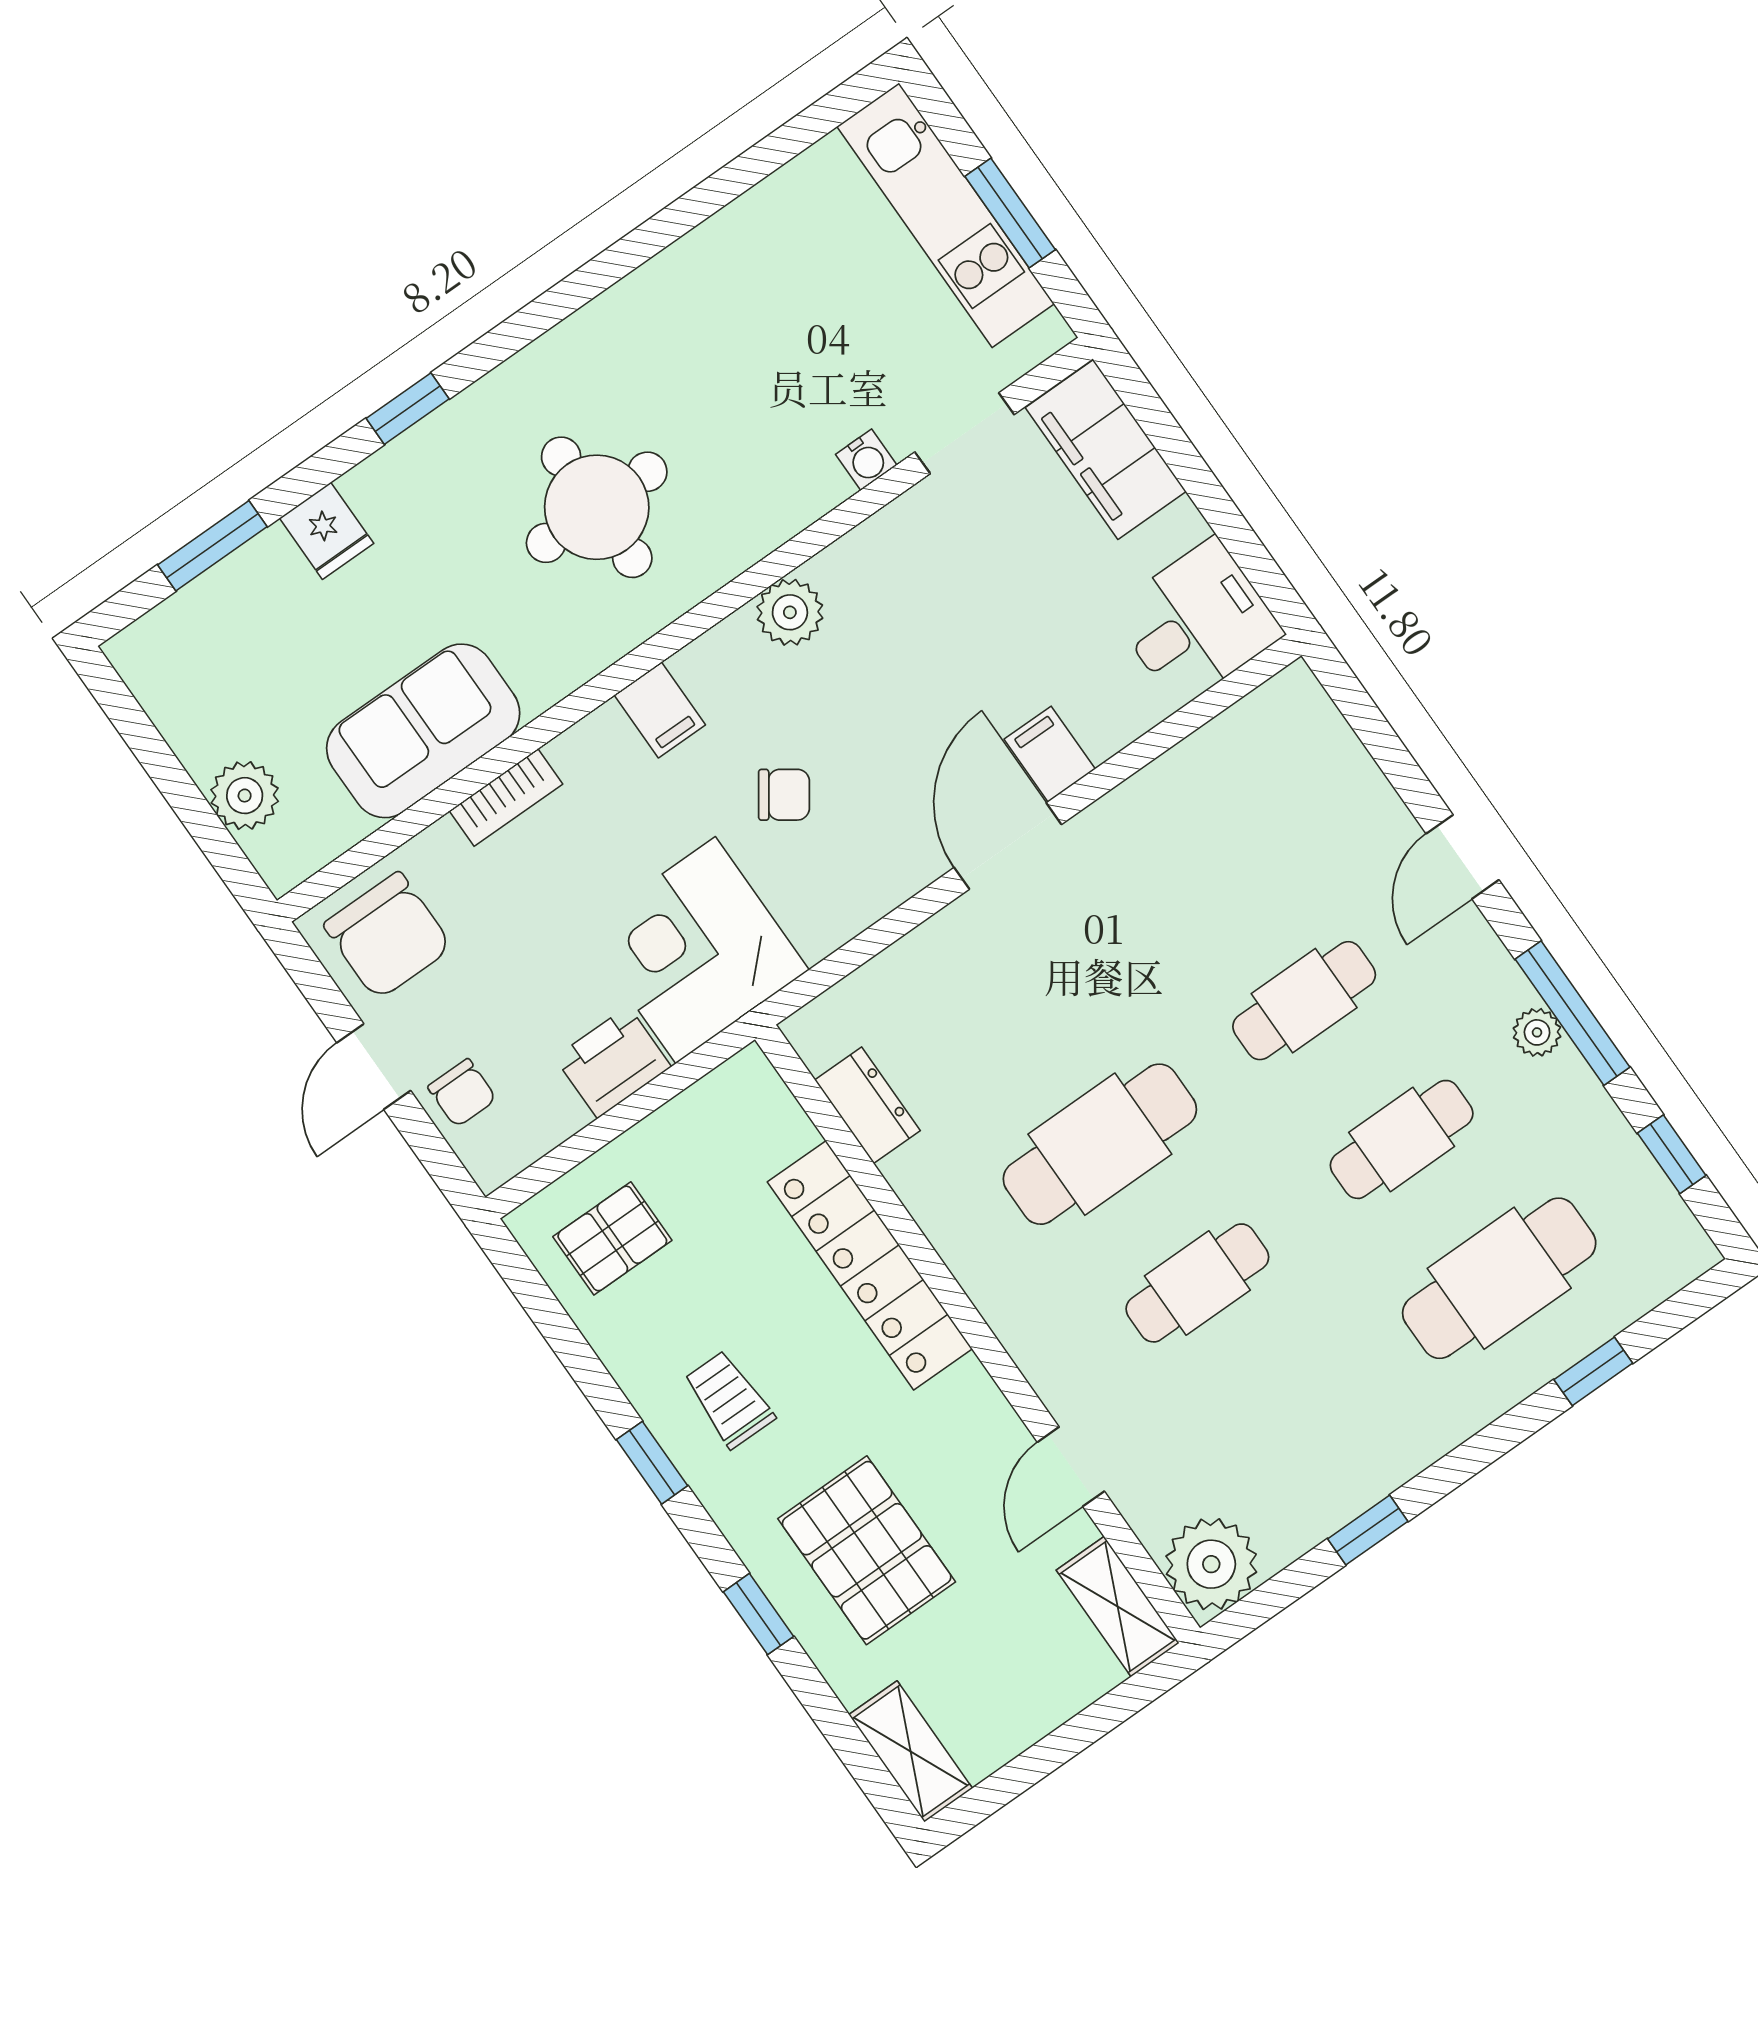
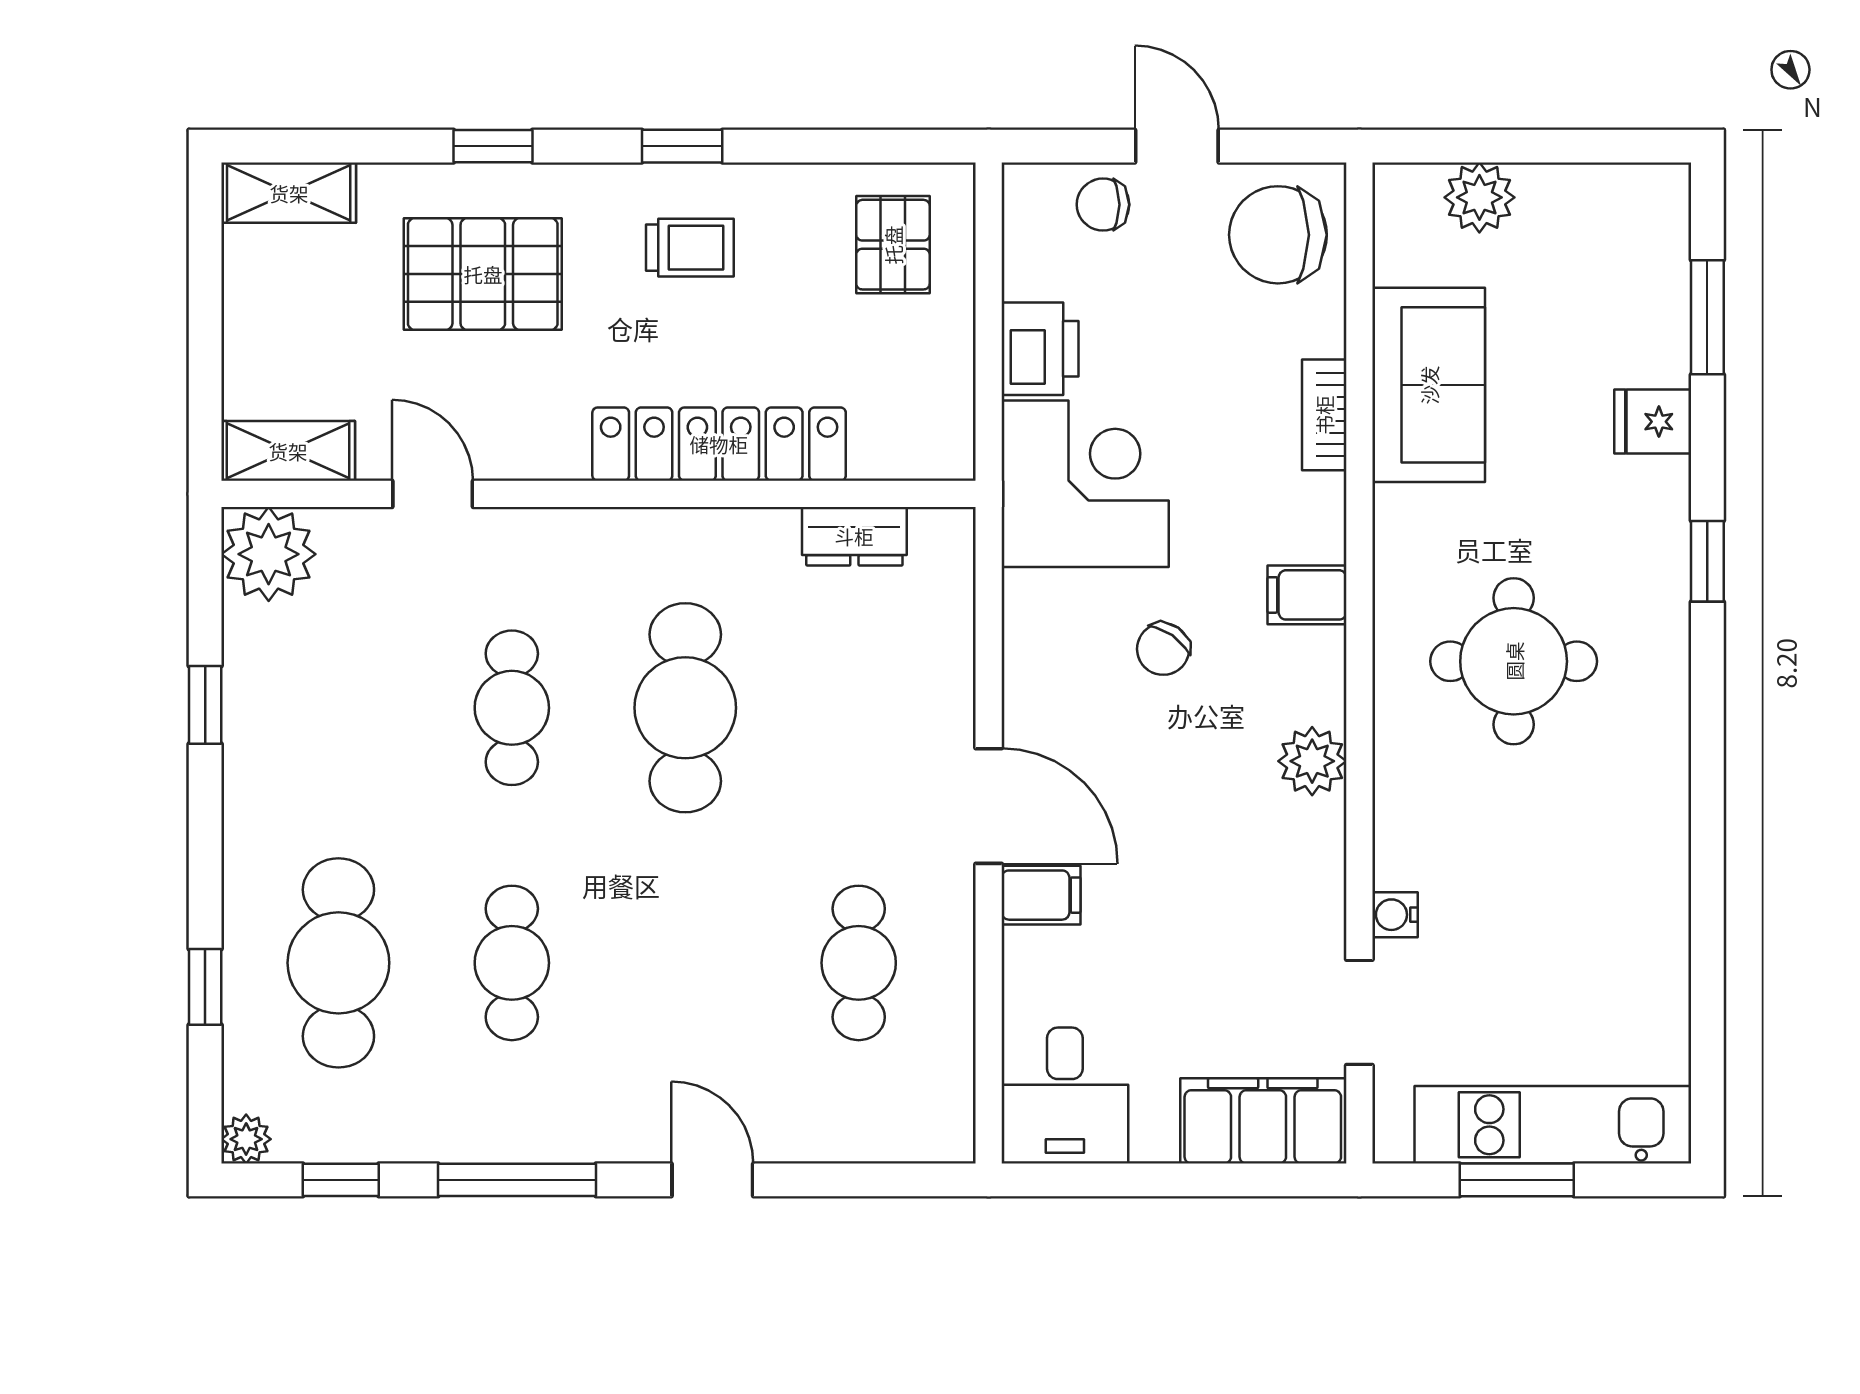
cafe table: (1304, 1001) -> (859, 963), moved
plant: (1537, 1032) -> (246, 1139), moved

